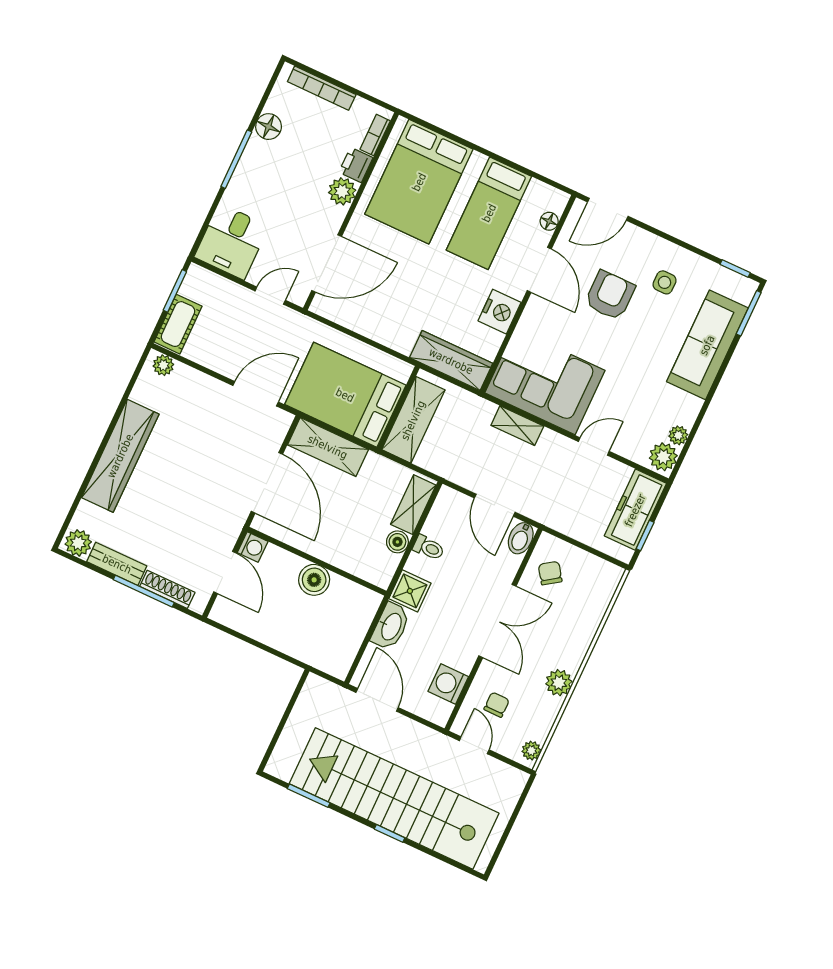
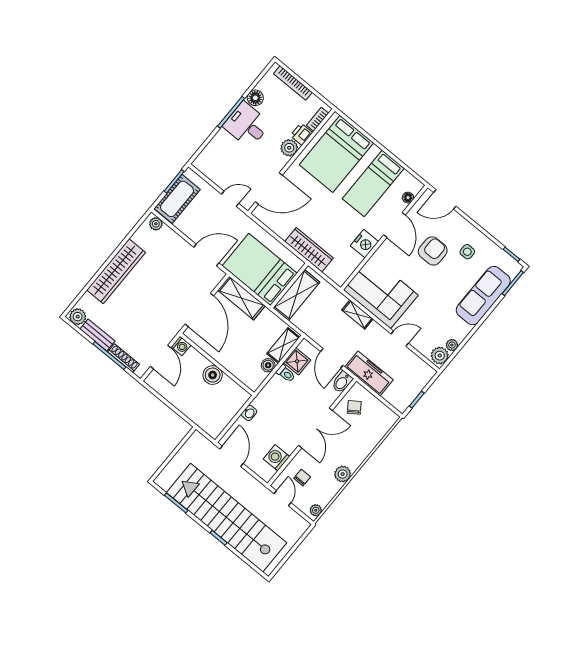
desk: (231, 242) -> (247, 125), moved, turned 90
cot: (178, 324) -> (177, 199), width x1.37, depth x1.34
wardrobe: (451, 361) -> (309, 250), moved
freezer: (635, 510) -> (369, 373), moved, turned 90
shower: (410, 591) -> (297, 361), moved
washbasin: (391, 626) -> (249, 413), width x0.52, depth x0.69

